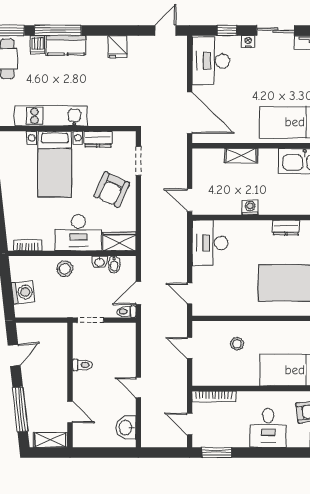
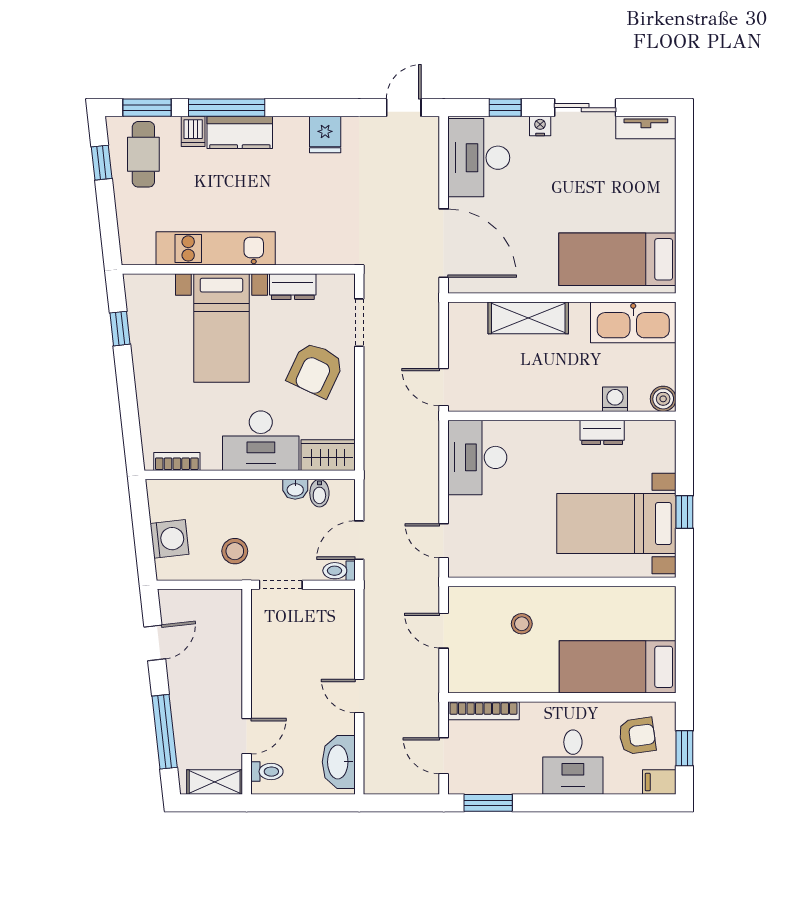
shelving: (241, 156) -> (528, 318), width x1.50, depth x1.33
washing machine: (250, 207) -> (615, 399), moved
stool: (65, 269) -> (235, 551), moved
toilet: (82, 365) -> (267, 772), moved
door: (70, 412) -> (247, 736), hinge flipped
washbasin: (126, 428) -> (339, 762), width x1.38

